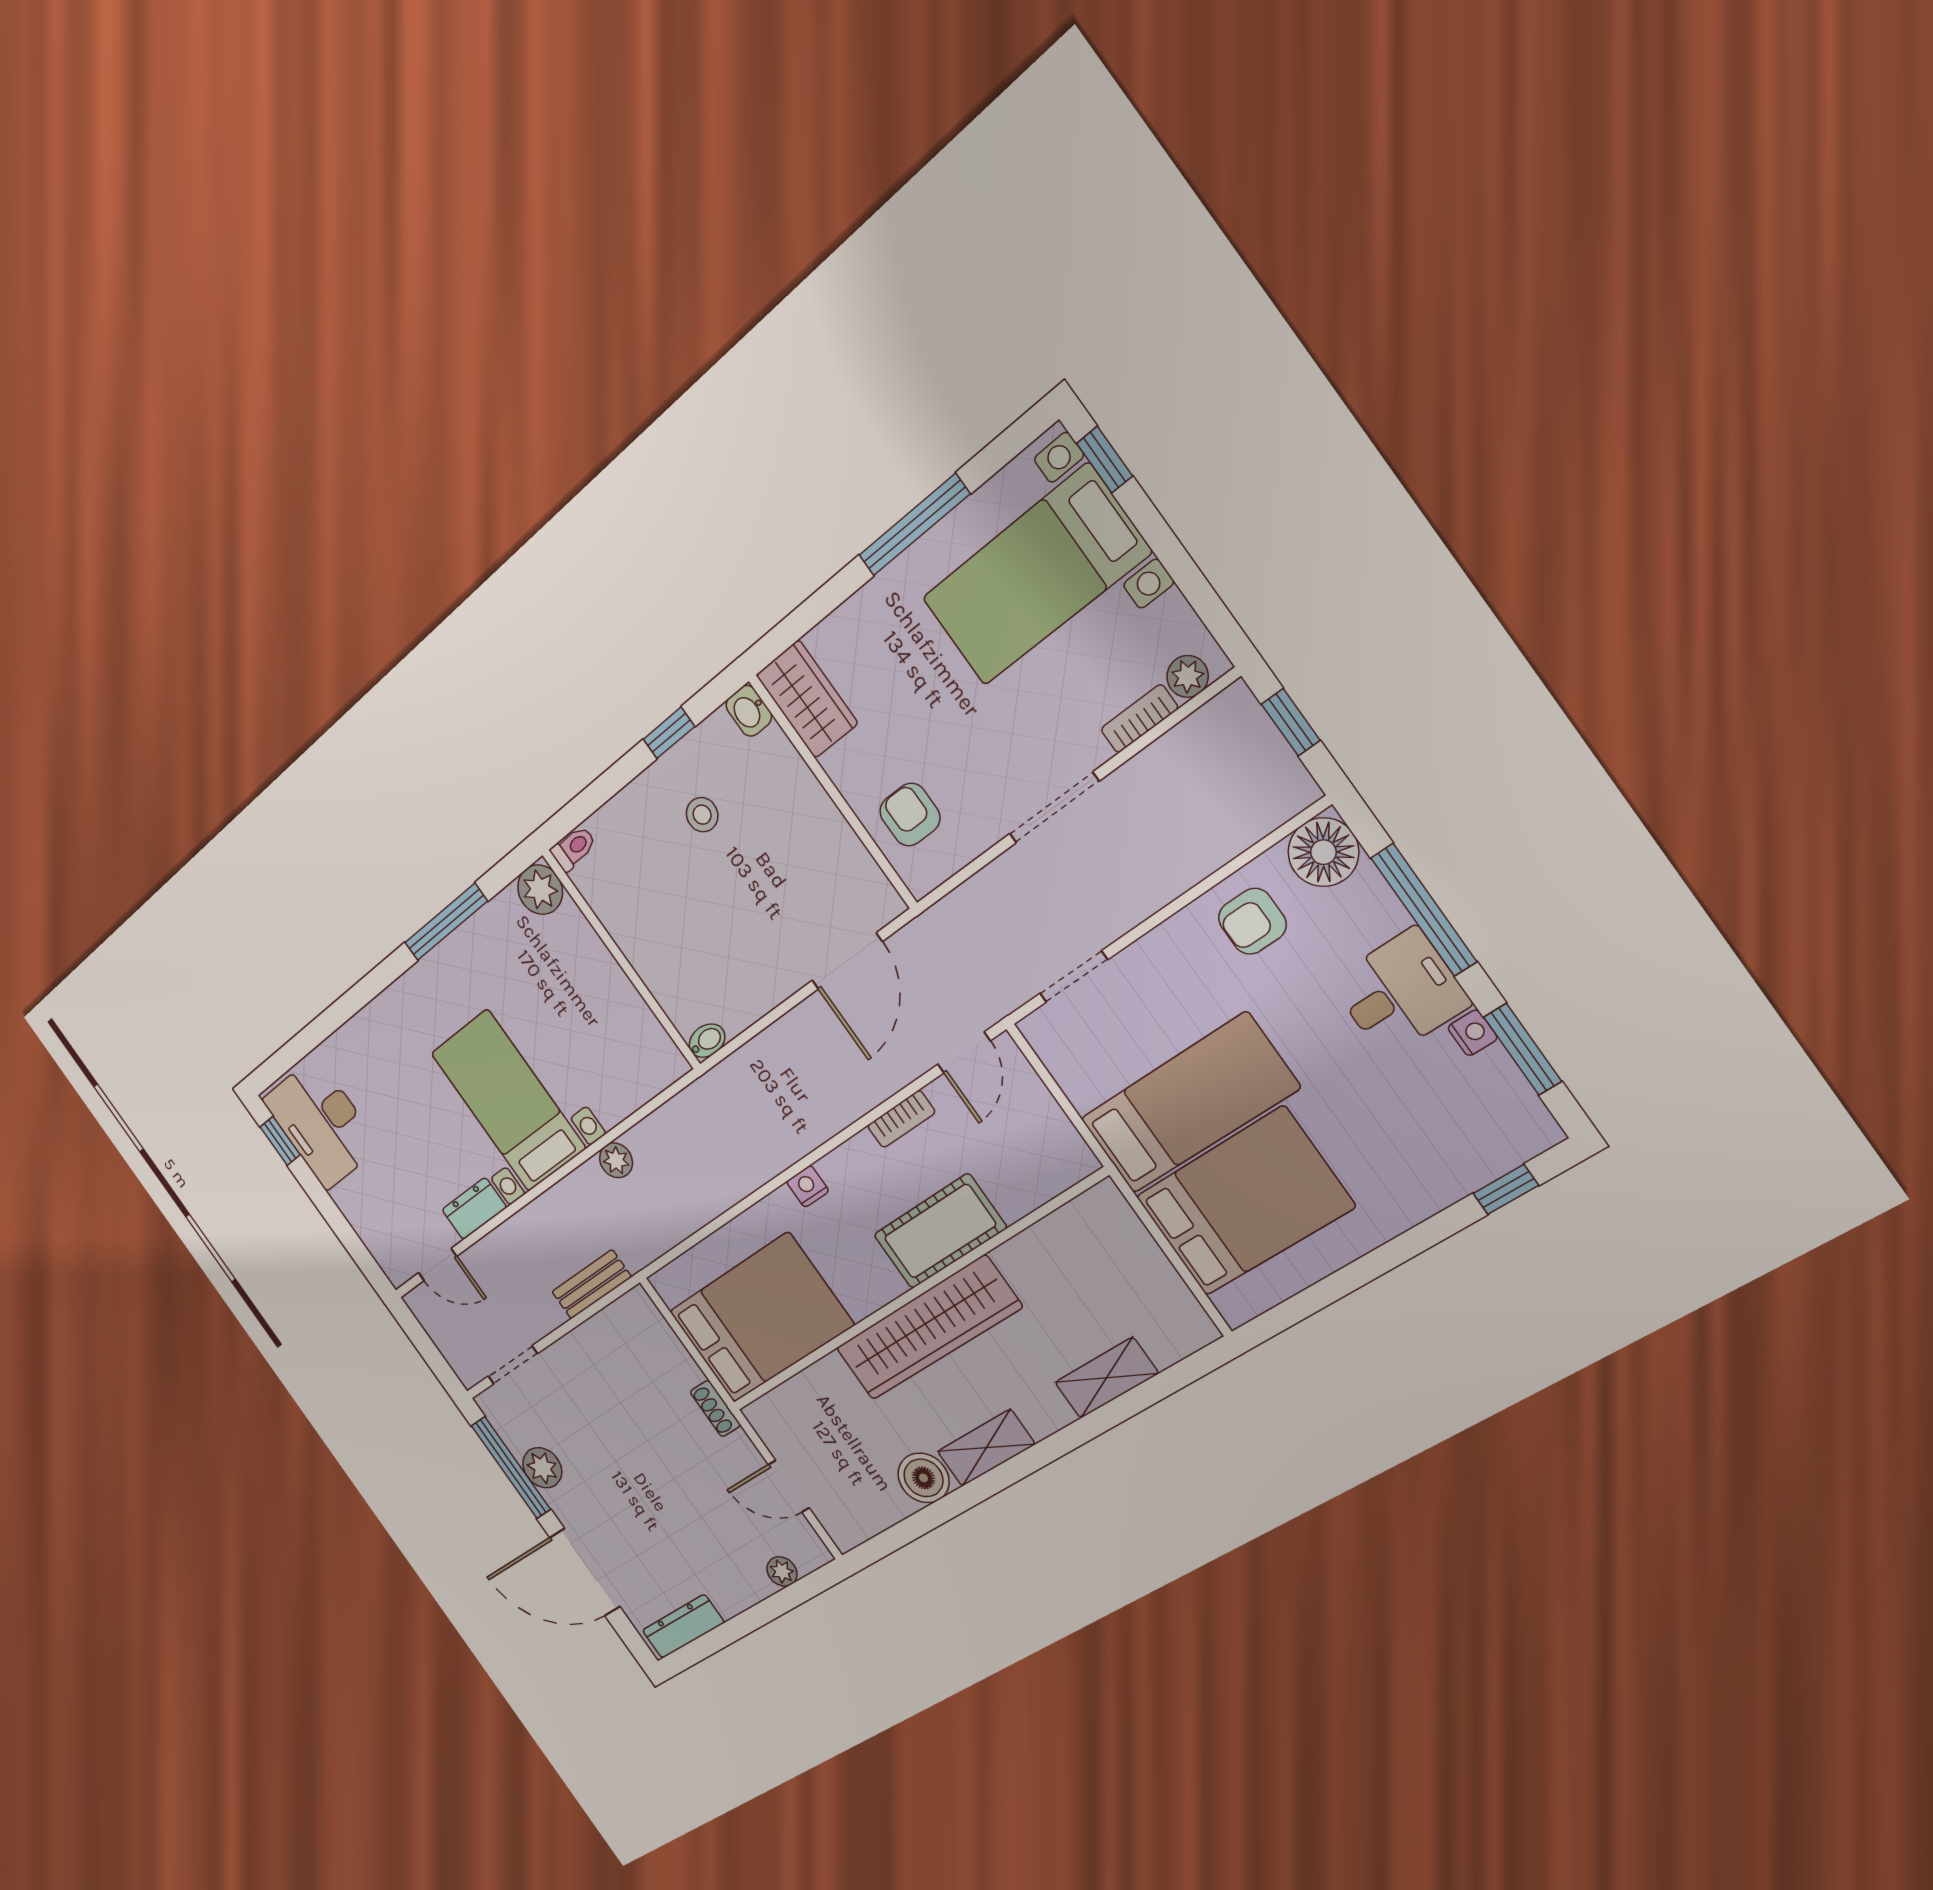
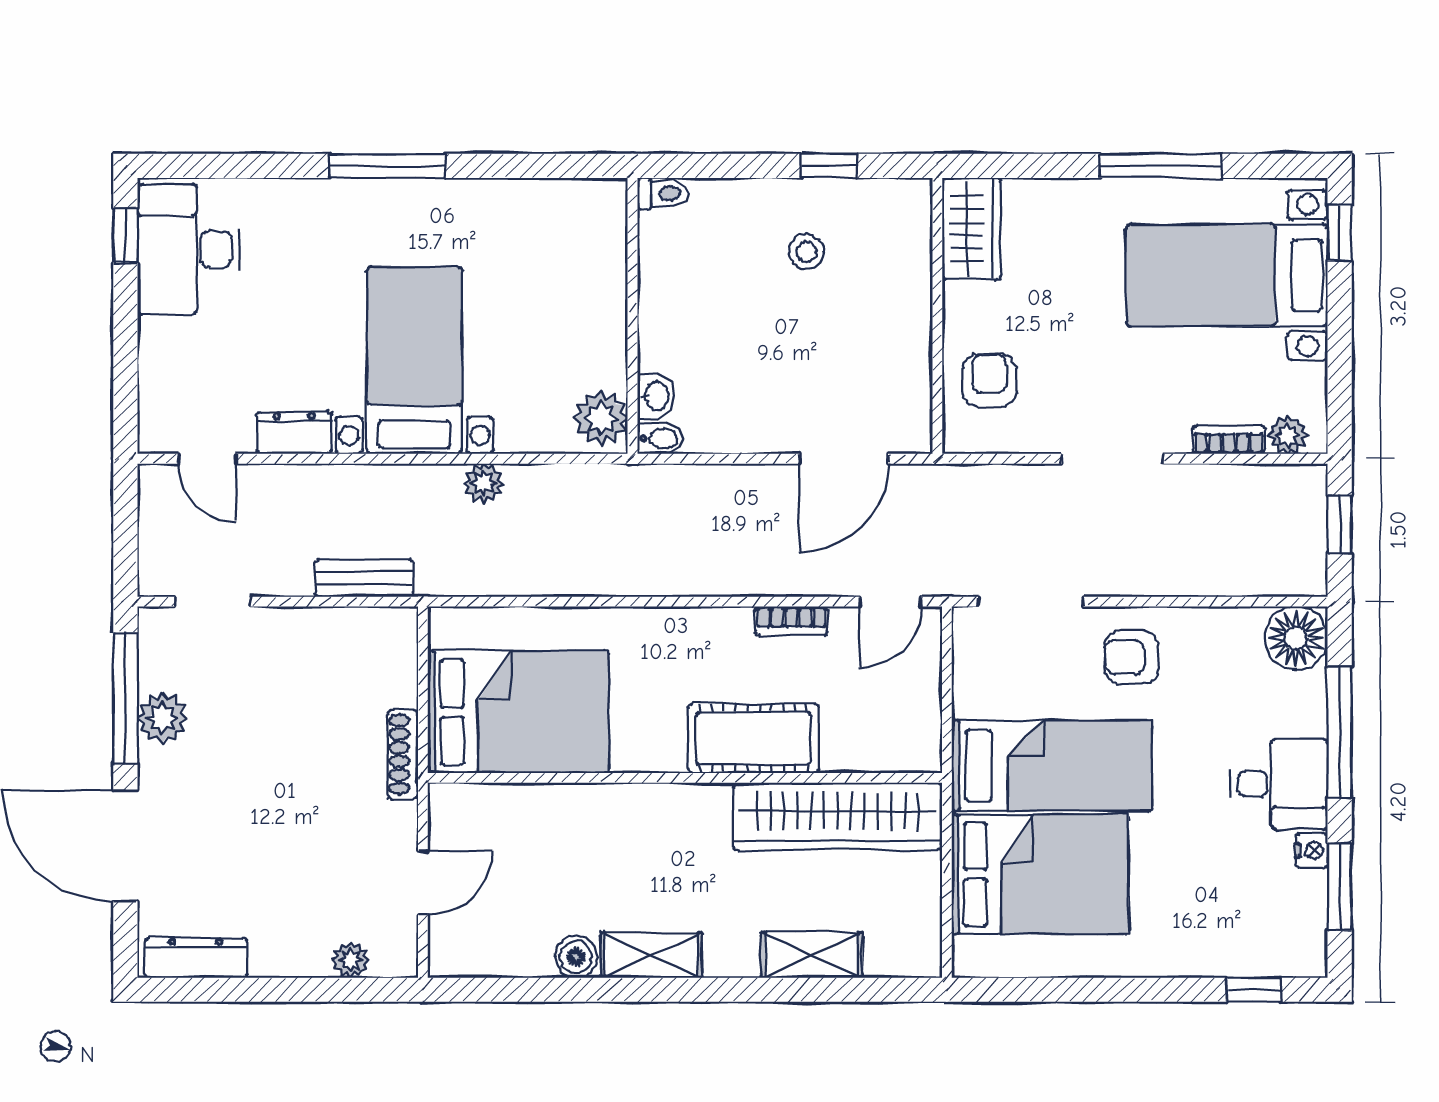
washbasin: (749, 711) -> (656, 396), moved, turned 180
plant: (540, 890) -> (601, 418), moved
armchair: (1252, 921) -> (1131, 657), moved
window: (446, 922) -> (387, 166), moved
doorway: (1074, 977) -> (1031, 602), width x1.38
nightstand: (808, 1186) -> (658, 624), removed
wardrobe: (928, 1328) -> (838, 816), moved
shoe rack: (715, 1409) -> (403, 754), width x1.43
boiler: (924, 1478) -> (576, 957), width x0.73, depth x0.73
door: (789, 1486) -> (423, 883), swing flipped

